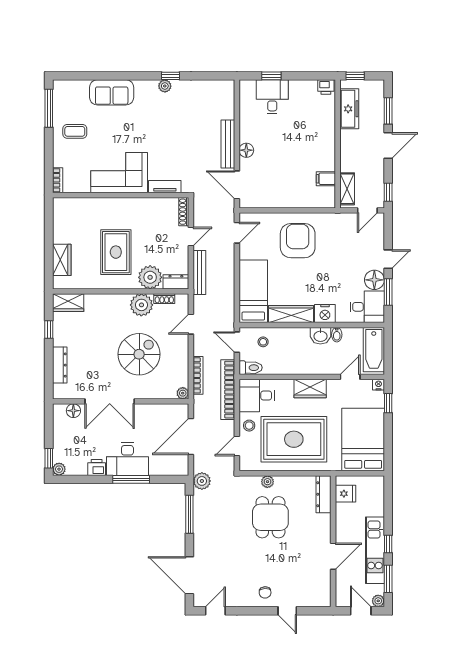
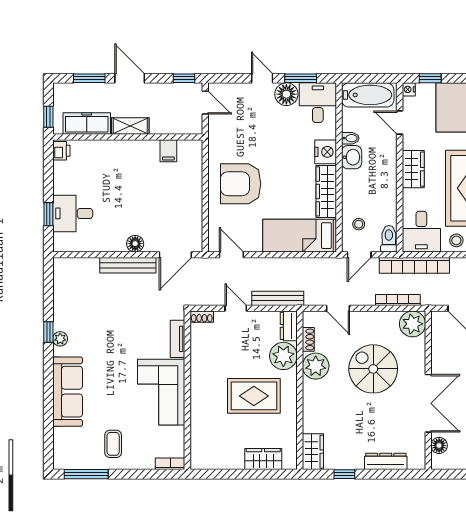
sofa: (112, 92) -> (68, 392), width x1.36
shelving: (347, 189) -> (130, 126), moved
shoe rack: (184, 212) -> (202, 317), width x0.70
plant: (183, 393) -> (413, 324), width x1.87, depth x1.87

